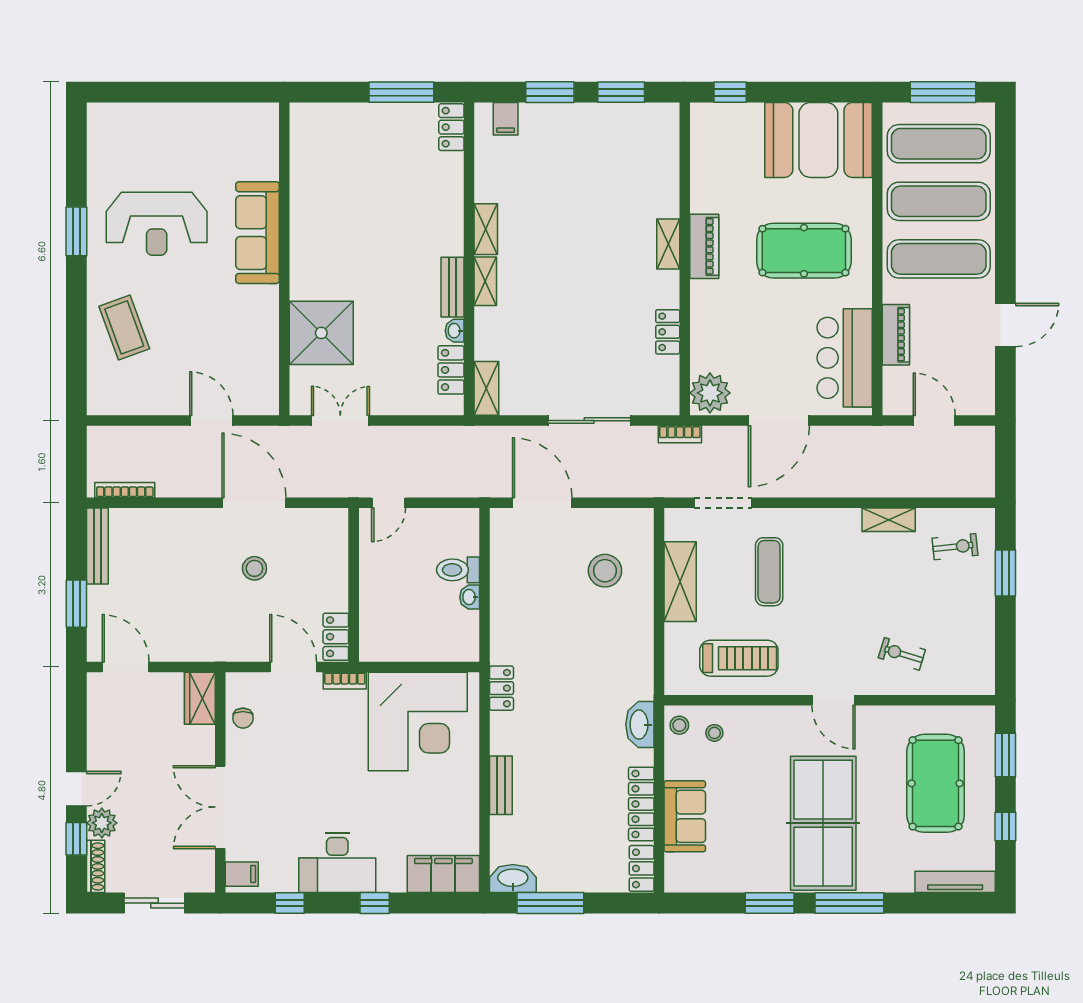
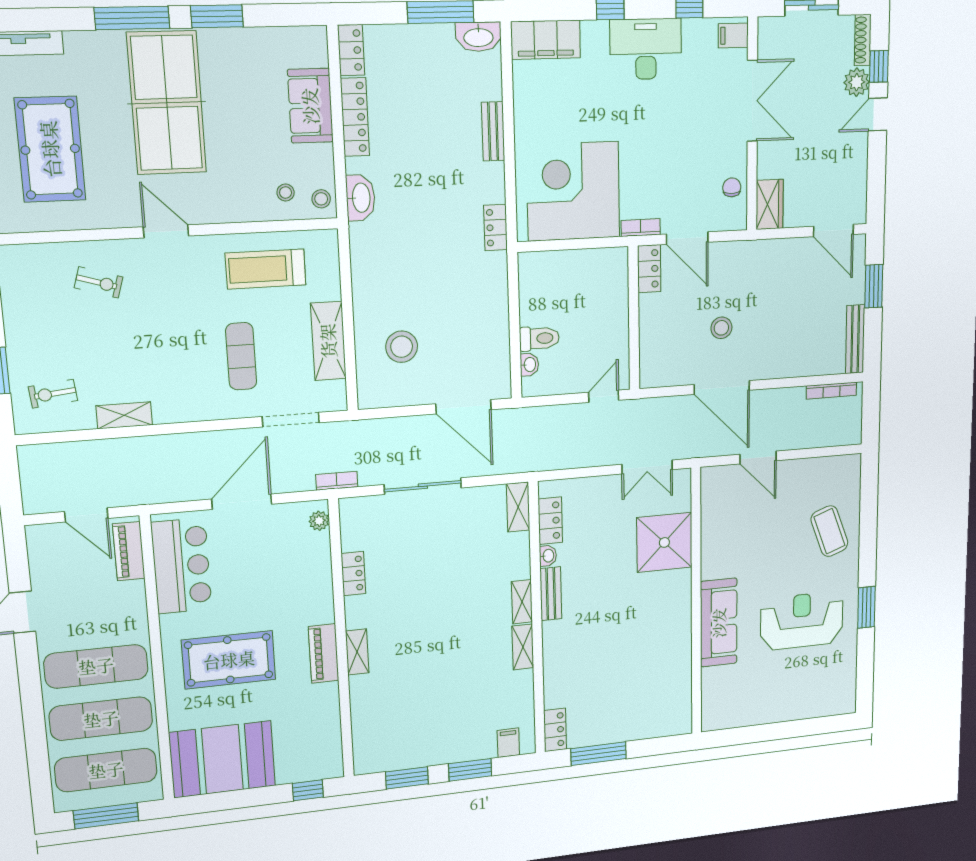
piano: (896, 335) -> (129, 551), moved
plant: (710, 393) -> (319, 521), width x0.53, depth x0.53
washbasin: (470, 597) -> (529, 365), moved

